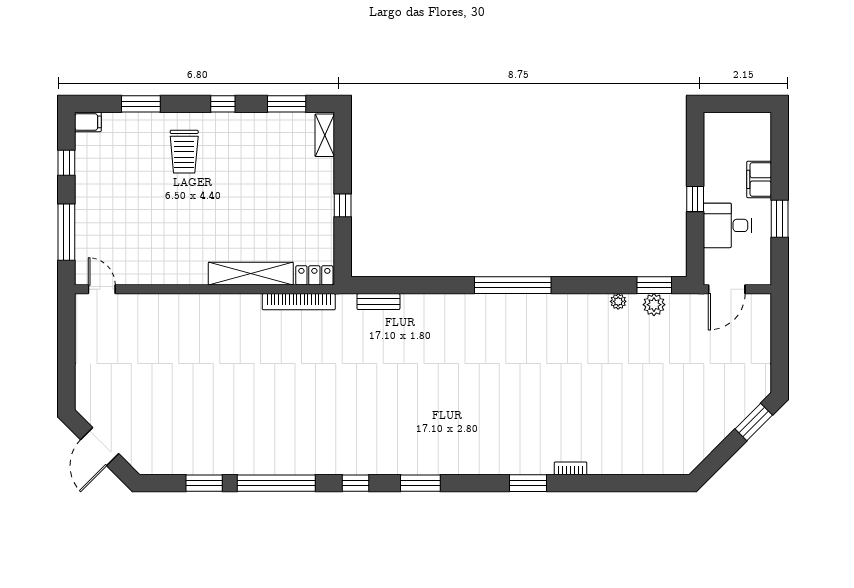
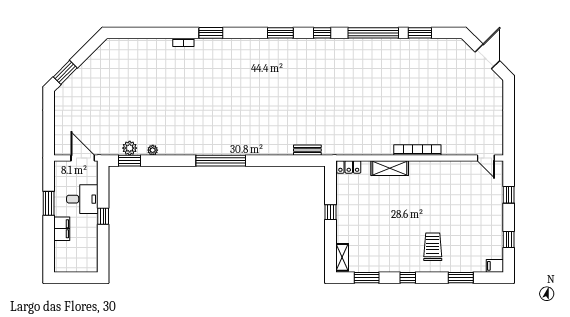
window: (66, 232) -> (509, 195), width x0.46
shelving: (251, 274) -> (390, 168), width x0.68
door: (727, 289) -> (83, 158), hinge flipped
bookcase: (299, 302) -> (417, 150), moved

